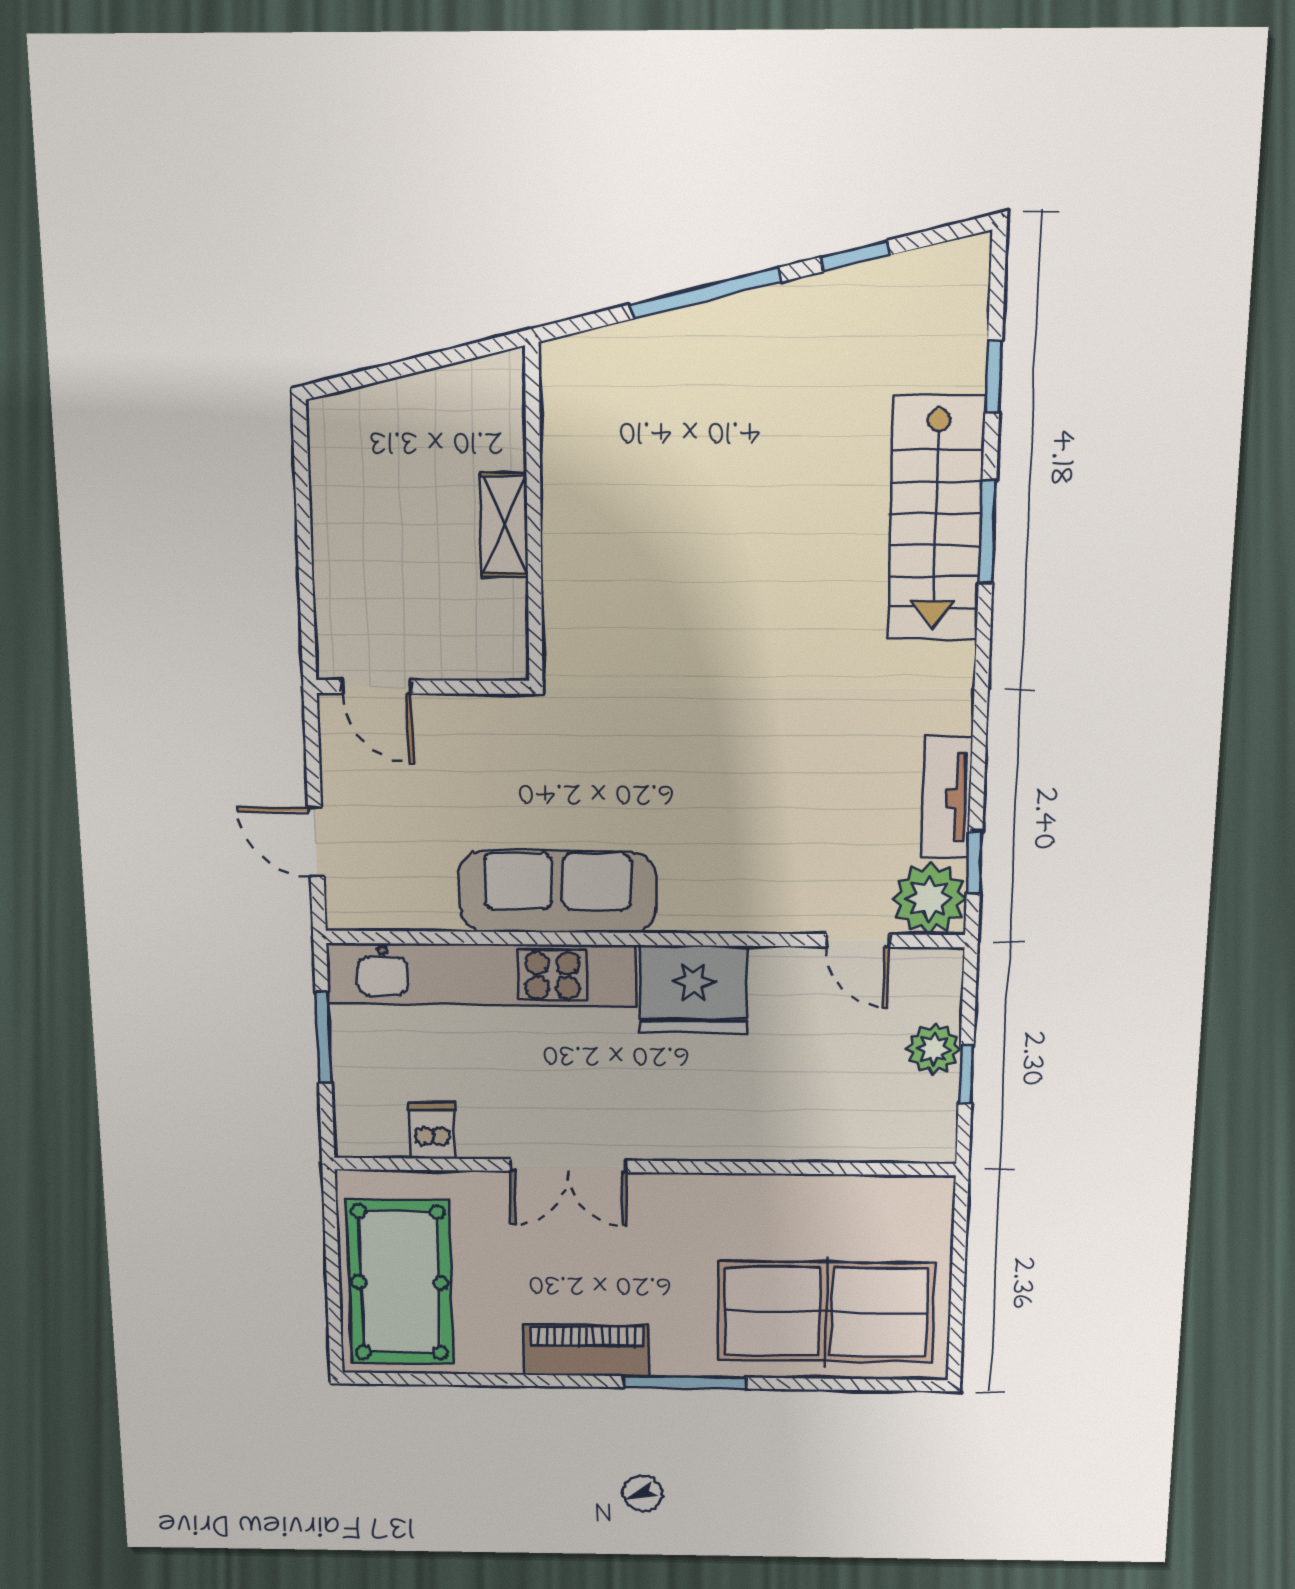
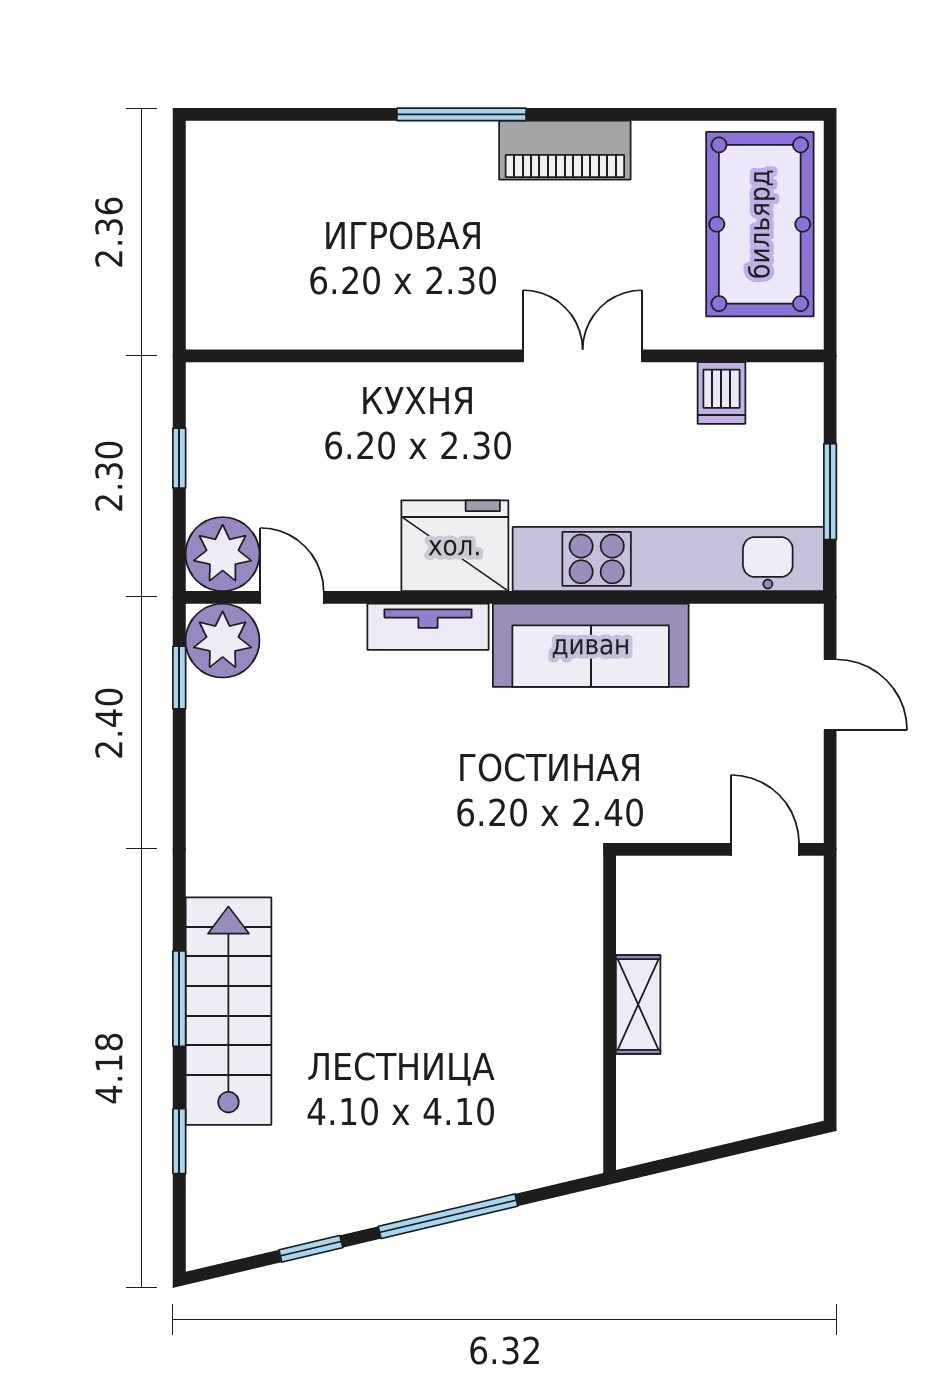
tv unit: (947, 798) -> (428, 627), moved, turned 90
plant: (934, 1049) -> (223, 554), moved, width x1.36, depth x1.36
table tennis table: (826, 1312) -> (315, 197), removed

